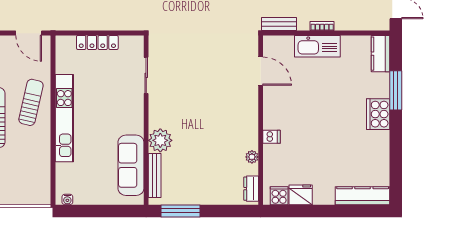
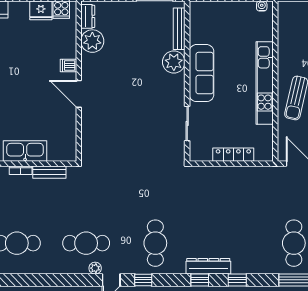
bench: (279, 24) -> (49, 172), moved
door: (261, 71) -> (79, 94), moved
plant: (252, 157) -> (92, 41), width x1.88, depth x1.88
sofa: (131, 165) -> (201, 73), moved

